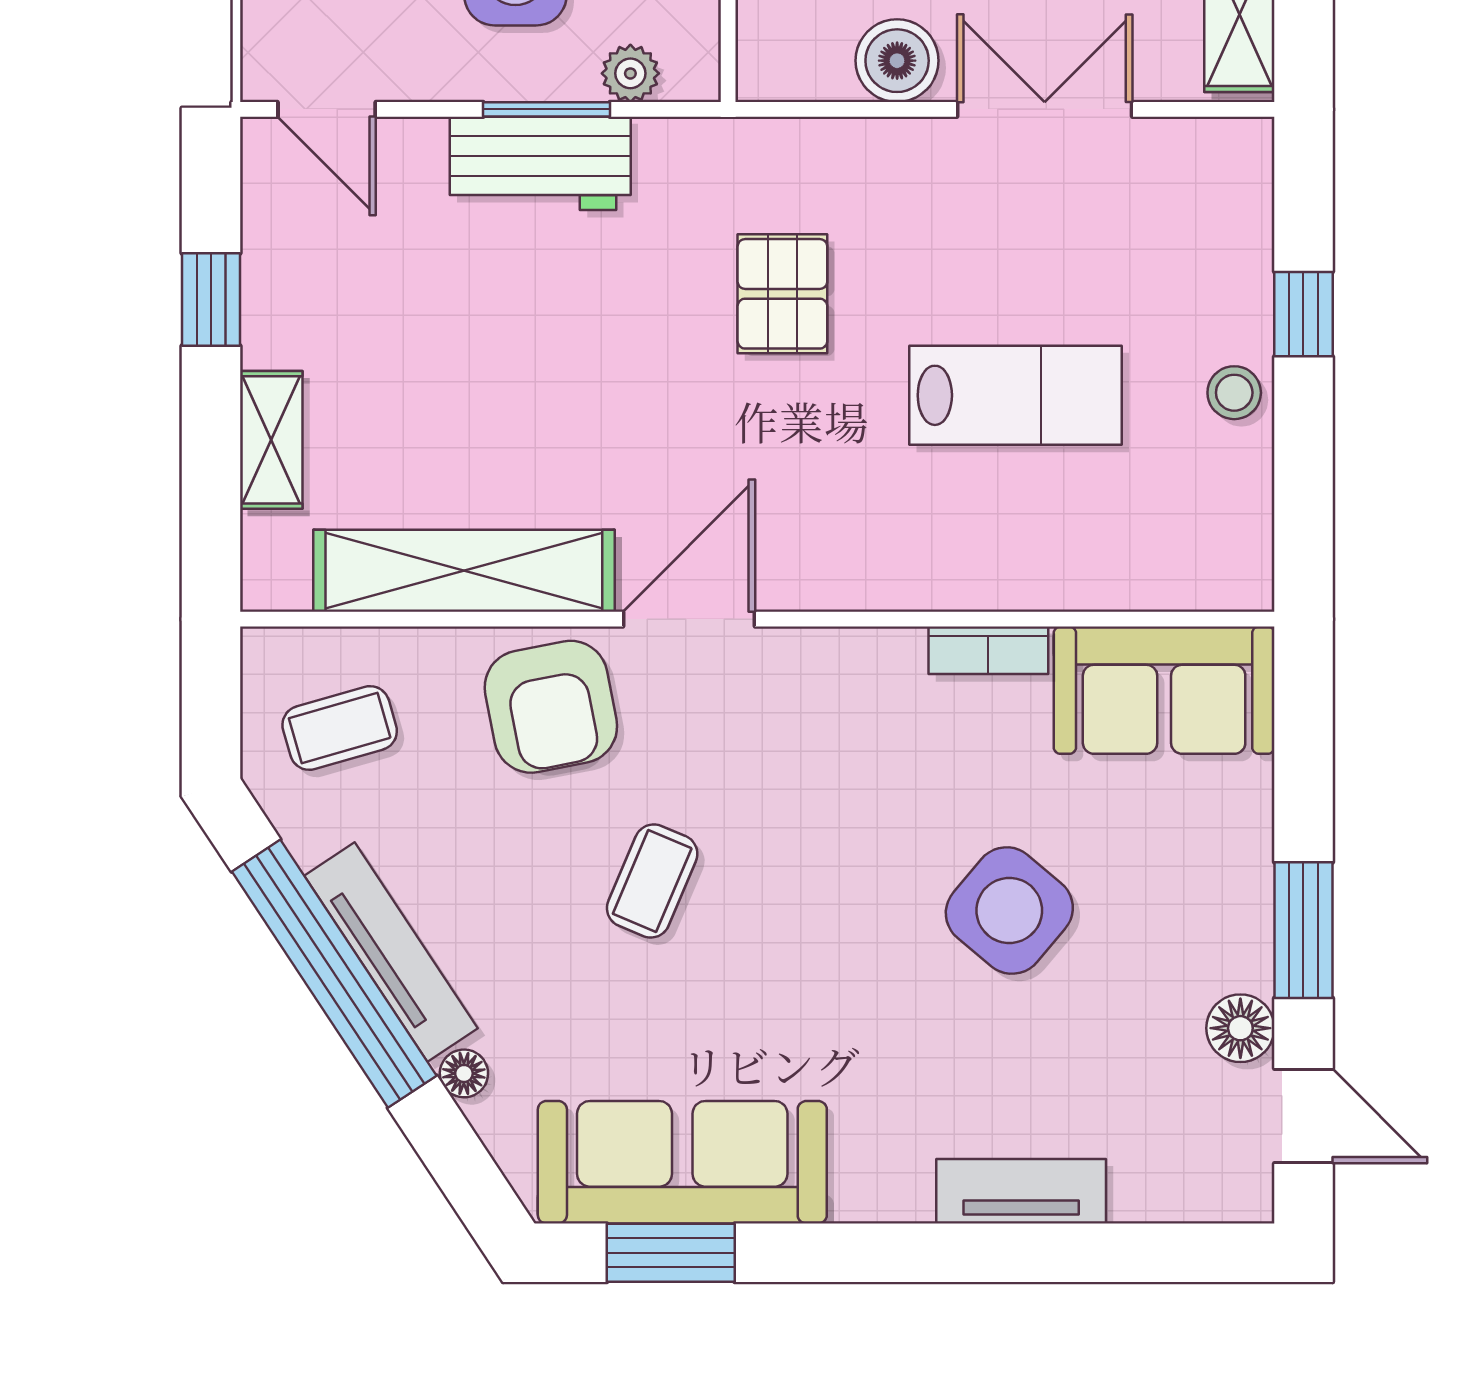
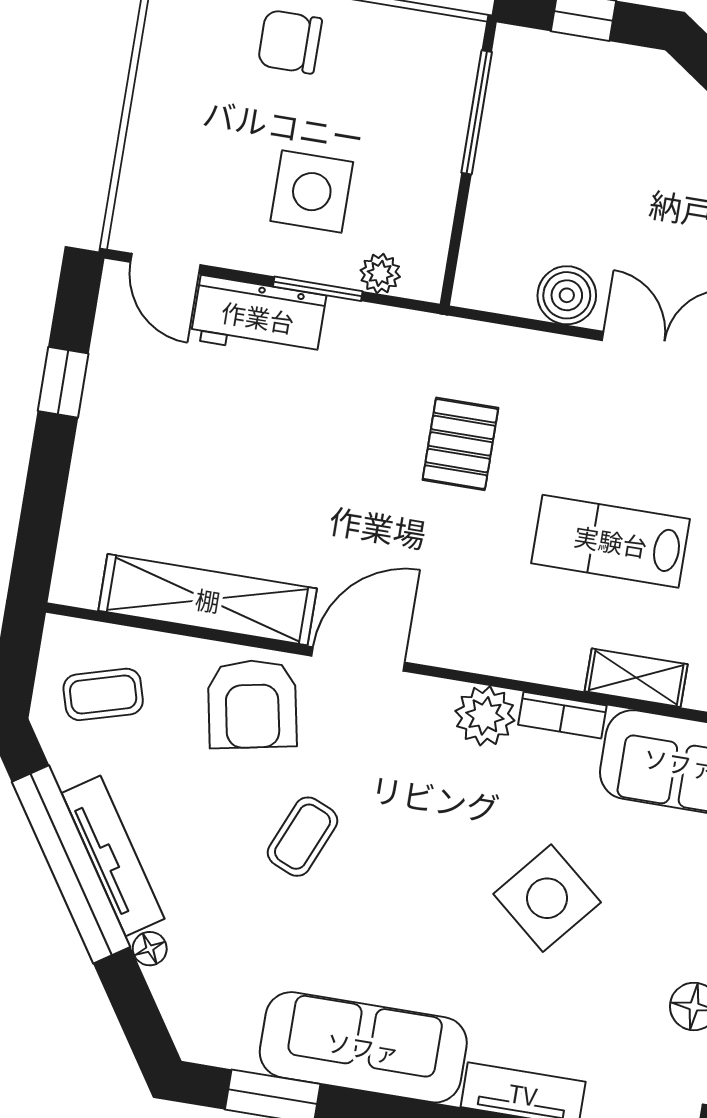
workbench: (540, 163) -> (258, 317), moved
lab bench: (1015, 395) -> (611, 541), turned 180
shelving: (271, 440) -> (636, 678), moved, turned 90
plant: (880, 669) -> (485, 716), added
sofa: (682, 1162) -> (363, 1047), moved

